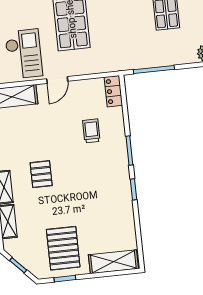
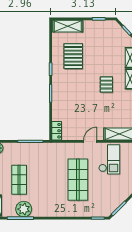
checkout: (24, 54) -> (109, 159), turned 180
trolley: (91, 131) -> (73, 108), removed
pallet: (63, 248) -> (73, 56), moved

